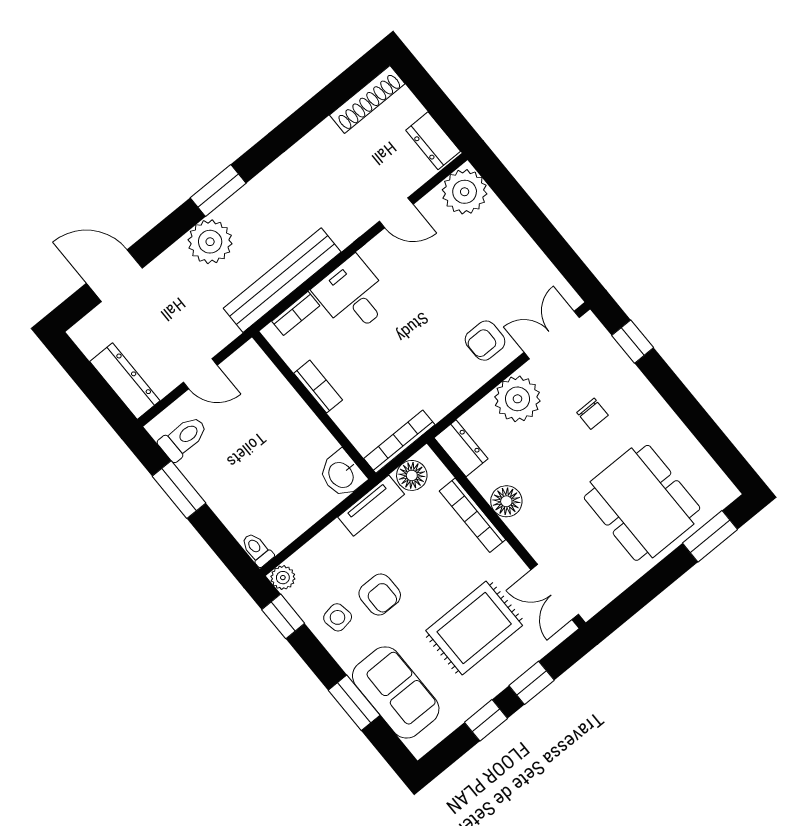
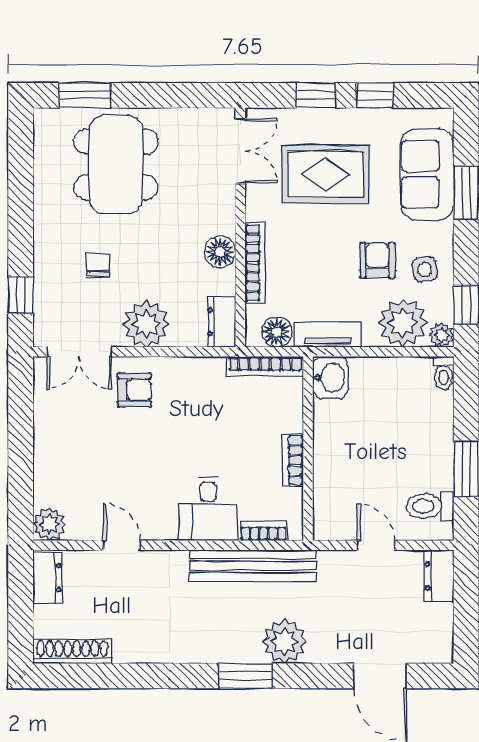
plant: (465, 192) -> (50, 524), width x0.73, depth x0.73
dresser: (125, 381) -> (439, 576), width x0.70
plant: (321, 562) -> (403, 323), added

